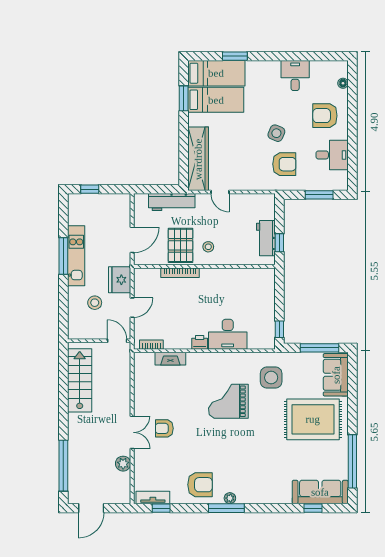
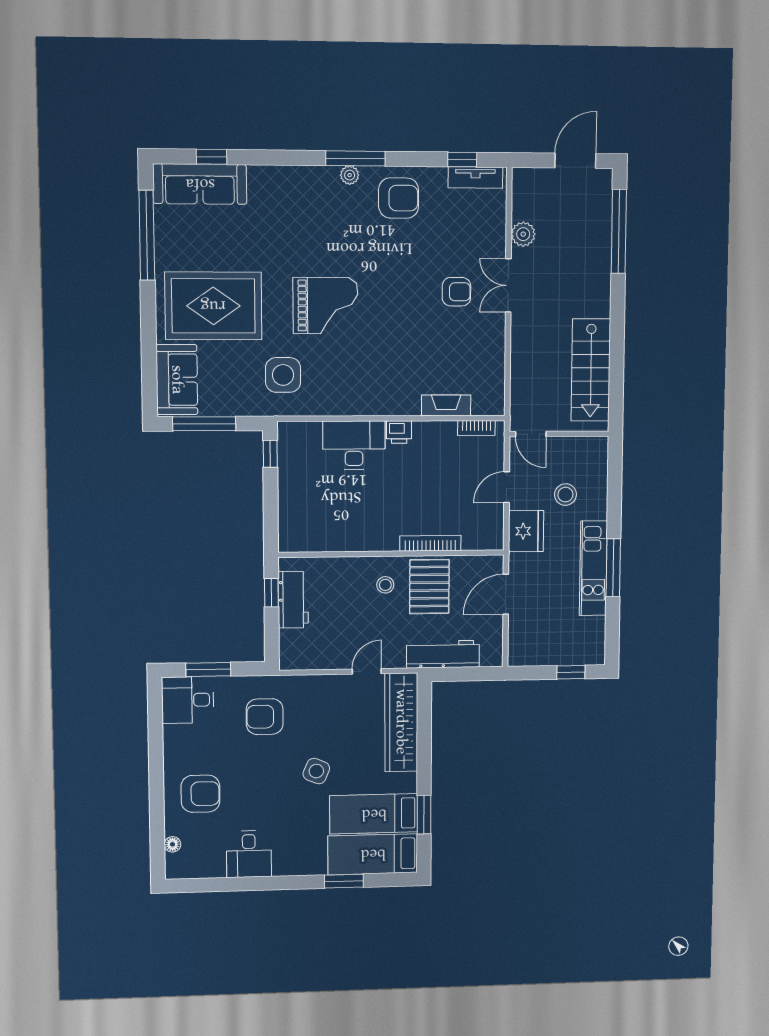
side table: (276, 133) -> (316, 771), moved
desk: (332, 155) -> (188, 700), moved
door: (220, 192) -> (367, 671), hinge flipped
grand piano: (228, 401) -> (325, 306), moved
armchair: (200, 485) -> (399, 198), turned 180

